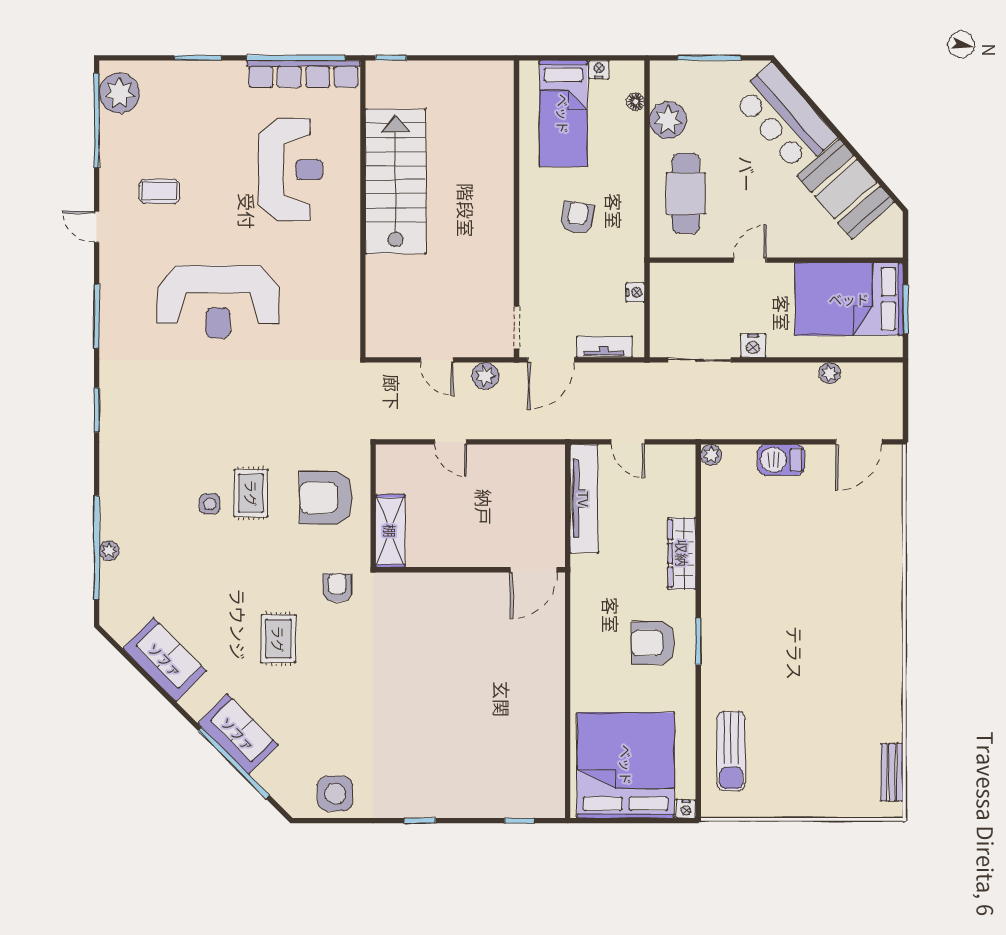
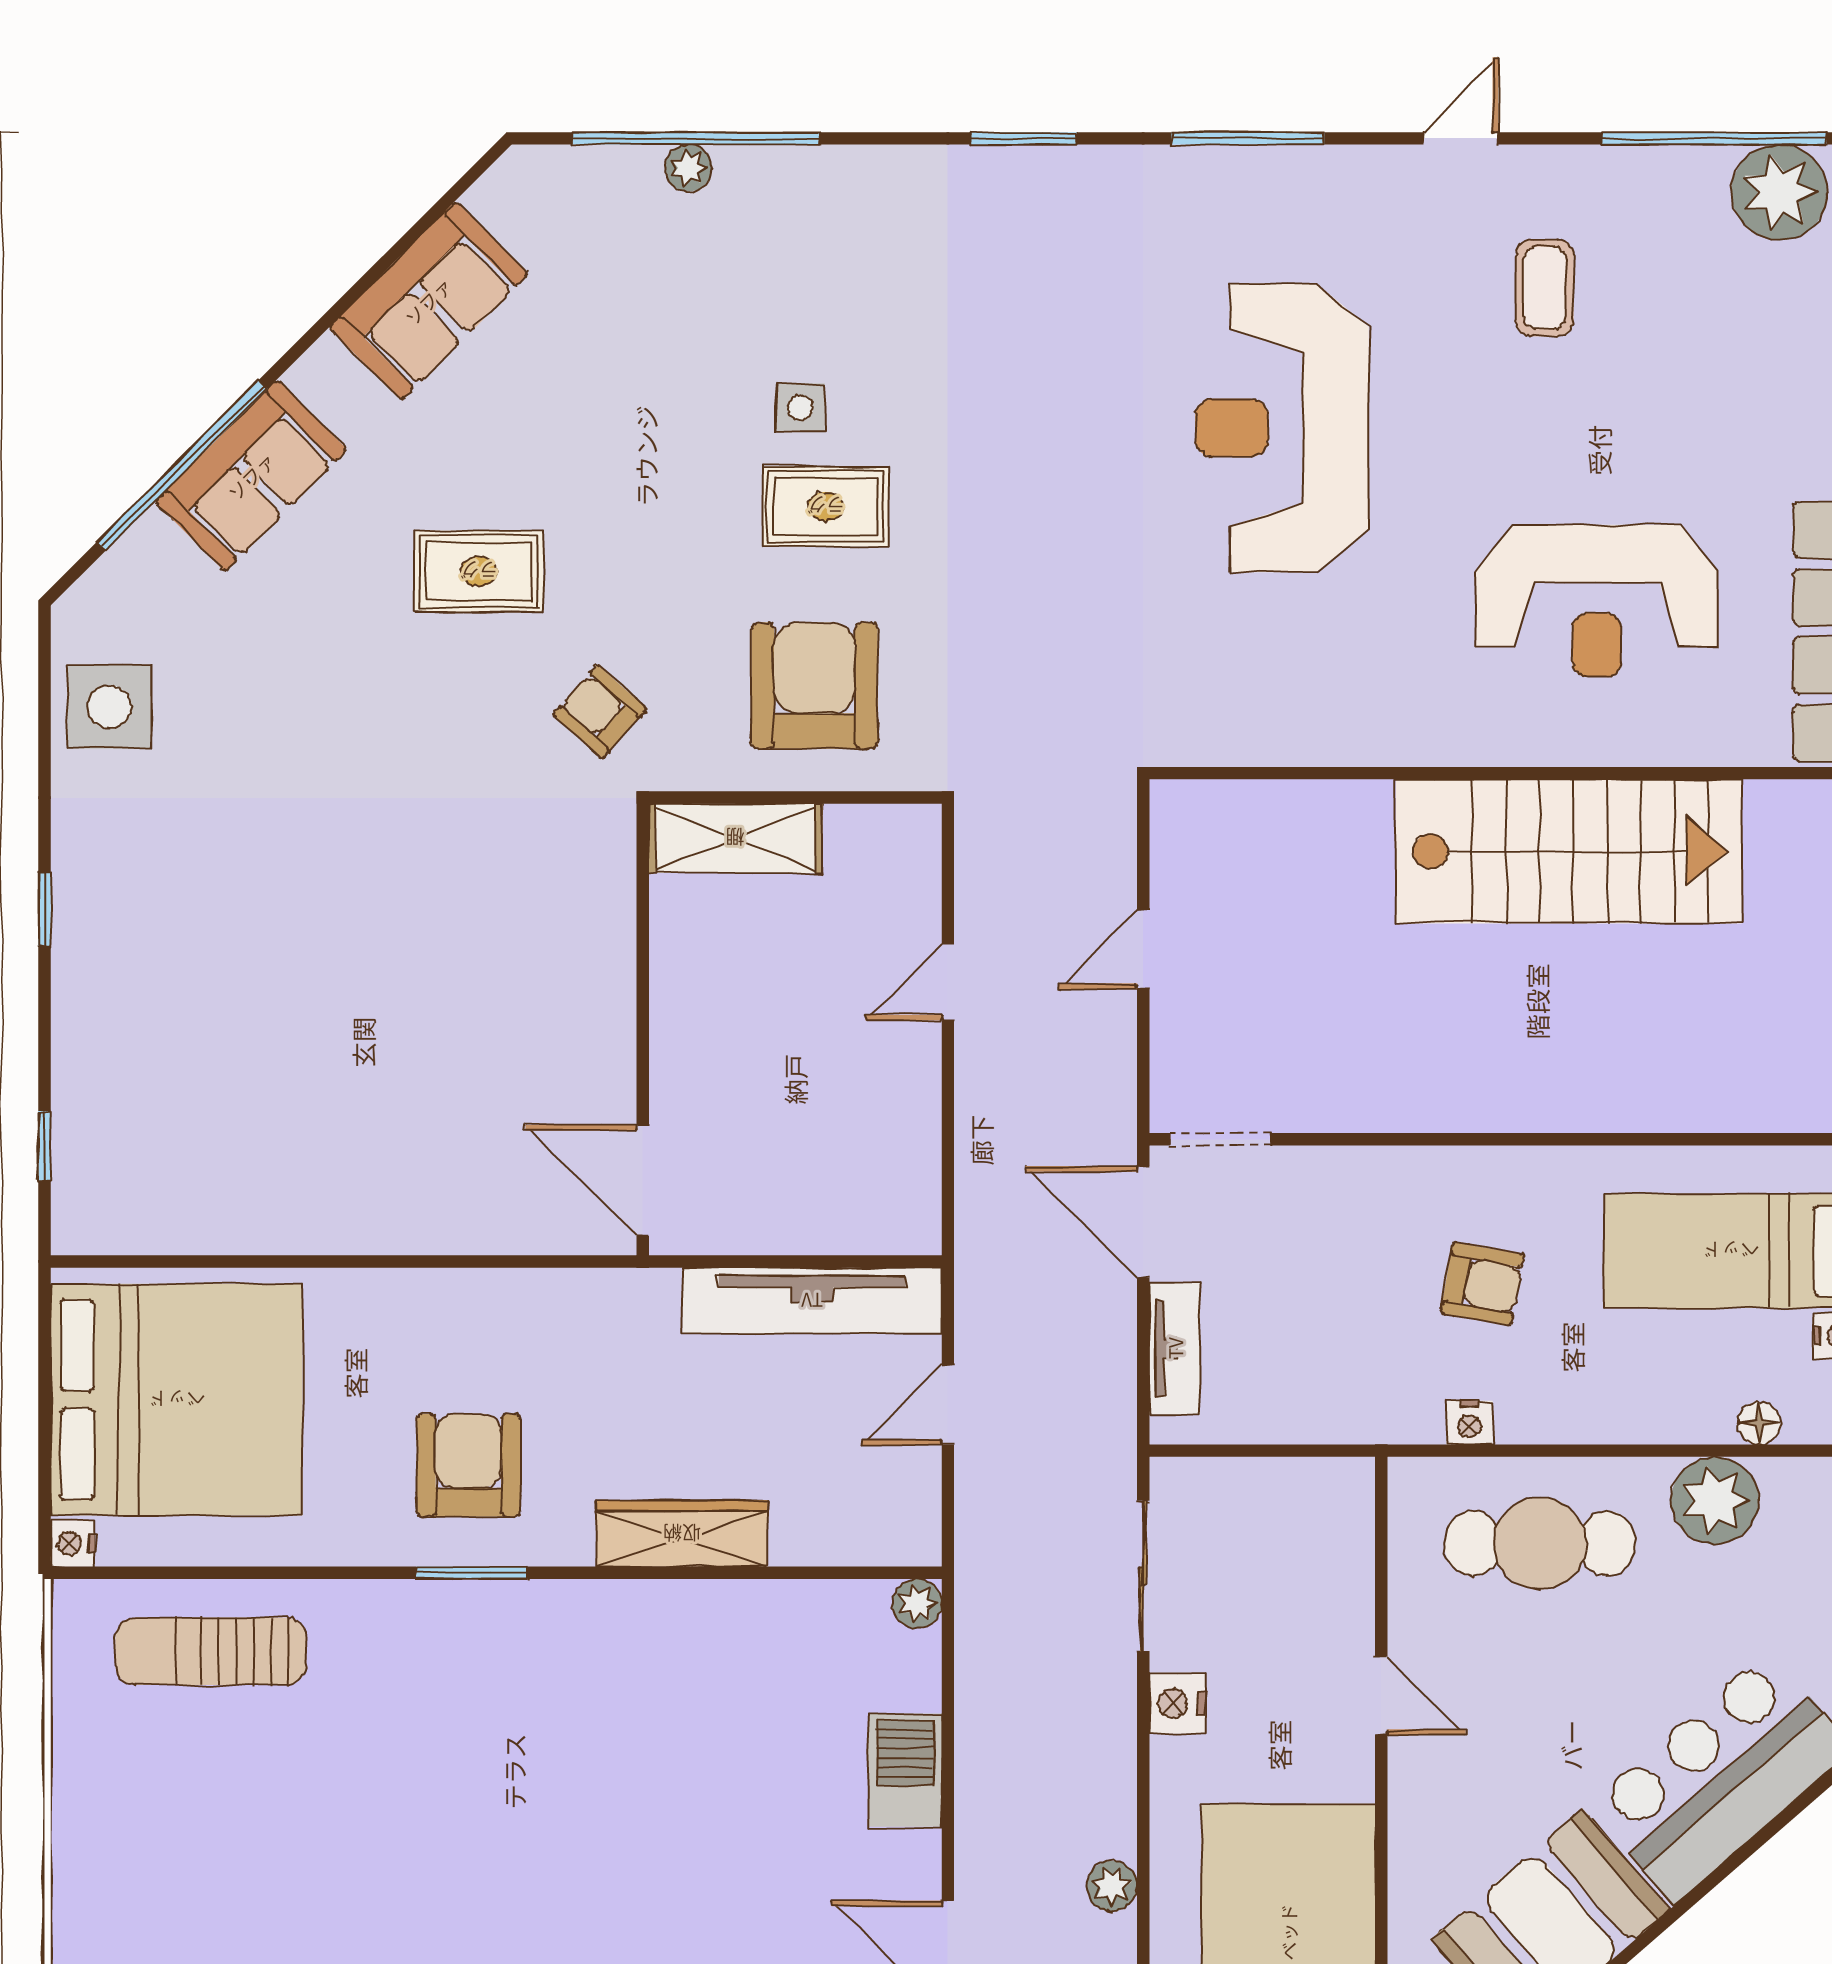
nightstand: (635, 292) -> (1470, 1423), moved
plant: (485, 376) -> (1105, 1065), removed
armchair: (337, 588) -> (600, 712), turned -138

